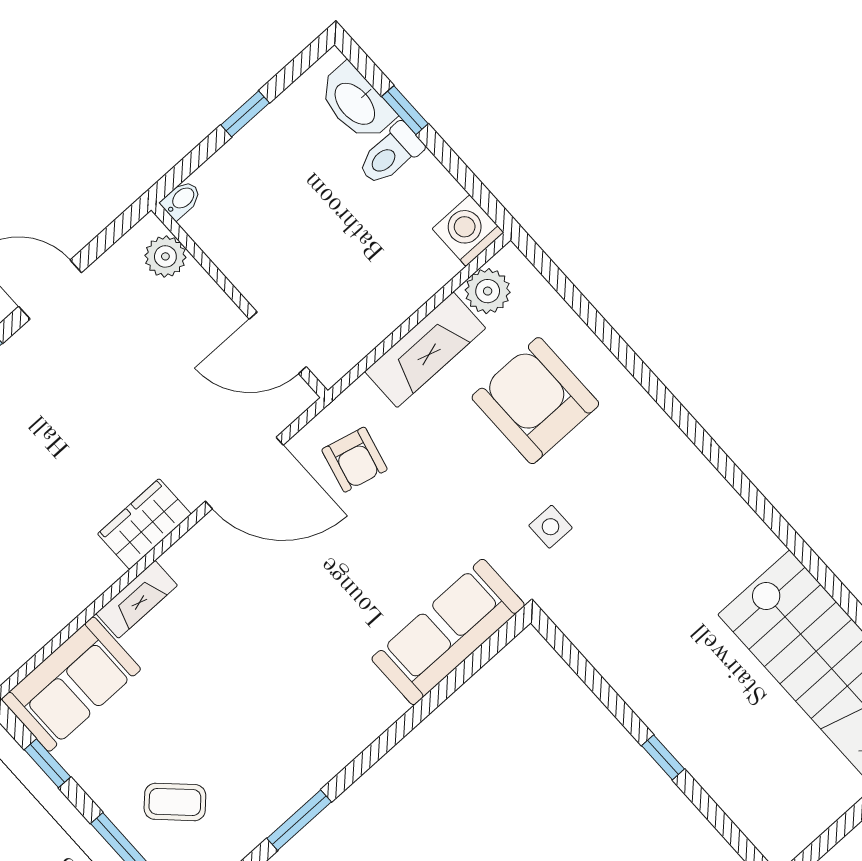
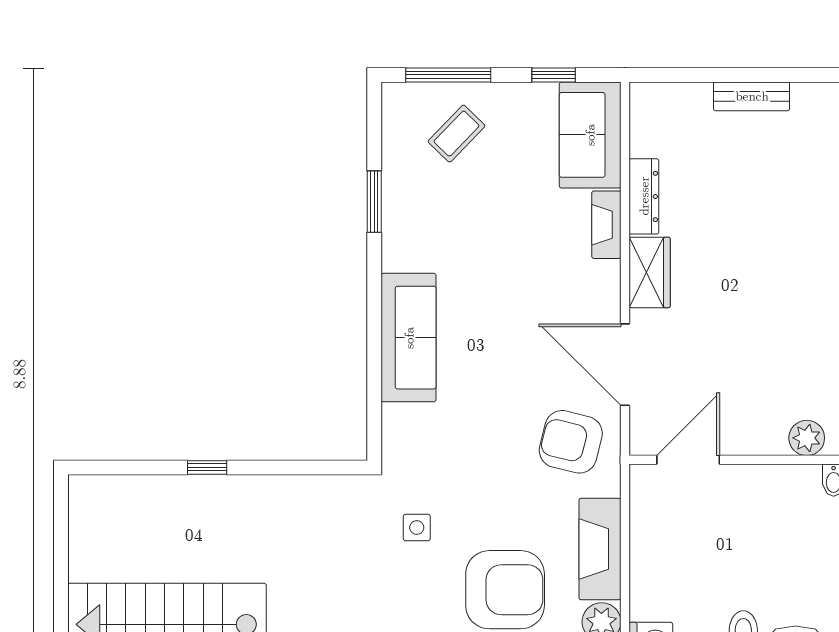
armchair: (354, 460) -> (571, 442), width x1.38, depth x1.38
door: (244, 473) -> (625, 365), hinge flipped
dresser: (83, 589) -> (644, 196), added
sofa: (448, 632) -> (409, 338), moved

